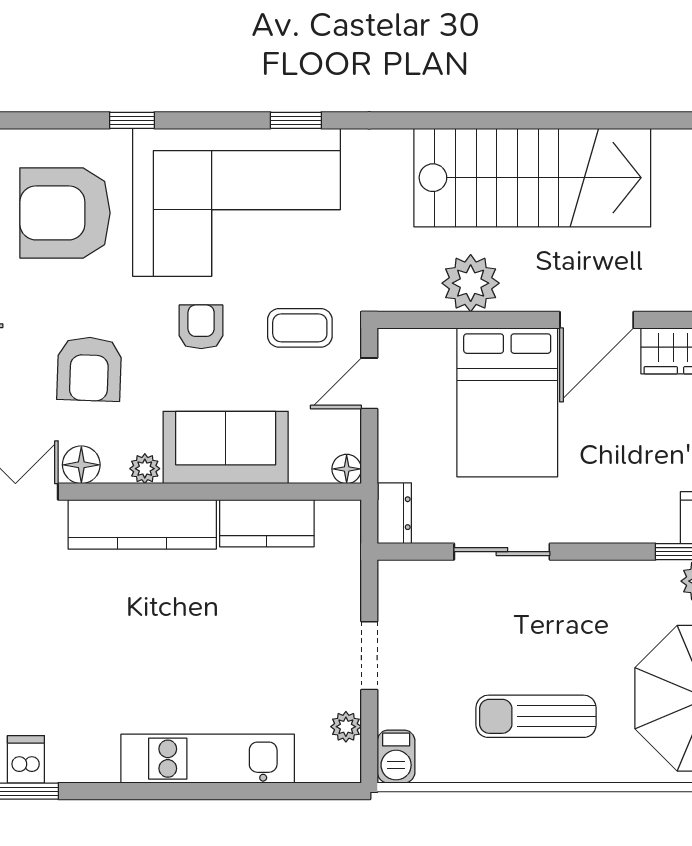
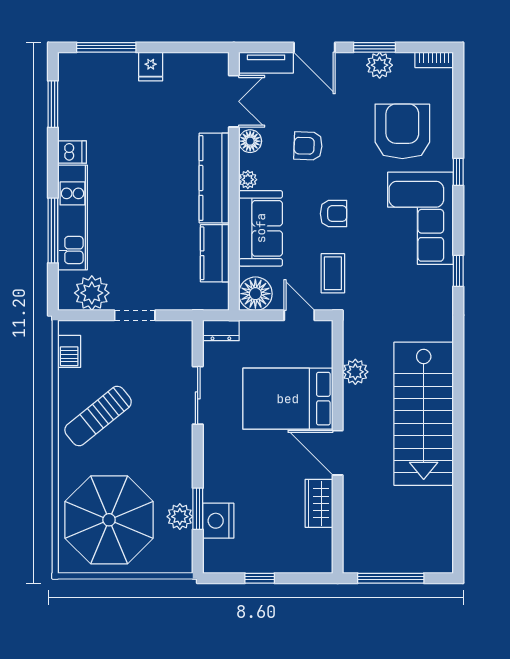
corner sofa: (236, 202) -> (421, 218), width x0.73, depth x0.74
plant: (471, 283) -> (355, 372), width x0.73, depth x0.73
armchair: (89, 369) -> (308, 146), width x0.72, depth x0.72
floor lamp: (347, 469) -> (255, 294), width x1.89, depth x1.89
sun lounger: (536, 716) -> (98, 416), turned -129
plant: (346, 727) -> (92, 293), width x1.87, depth x1.87
barbecue: (396, 757) -> (69, 351), moved, turned -90
dishwasher: (26, 759) -> (72, 152), moved
window: (229, 791) -> (53, 231), added

